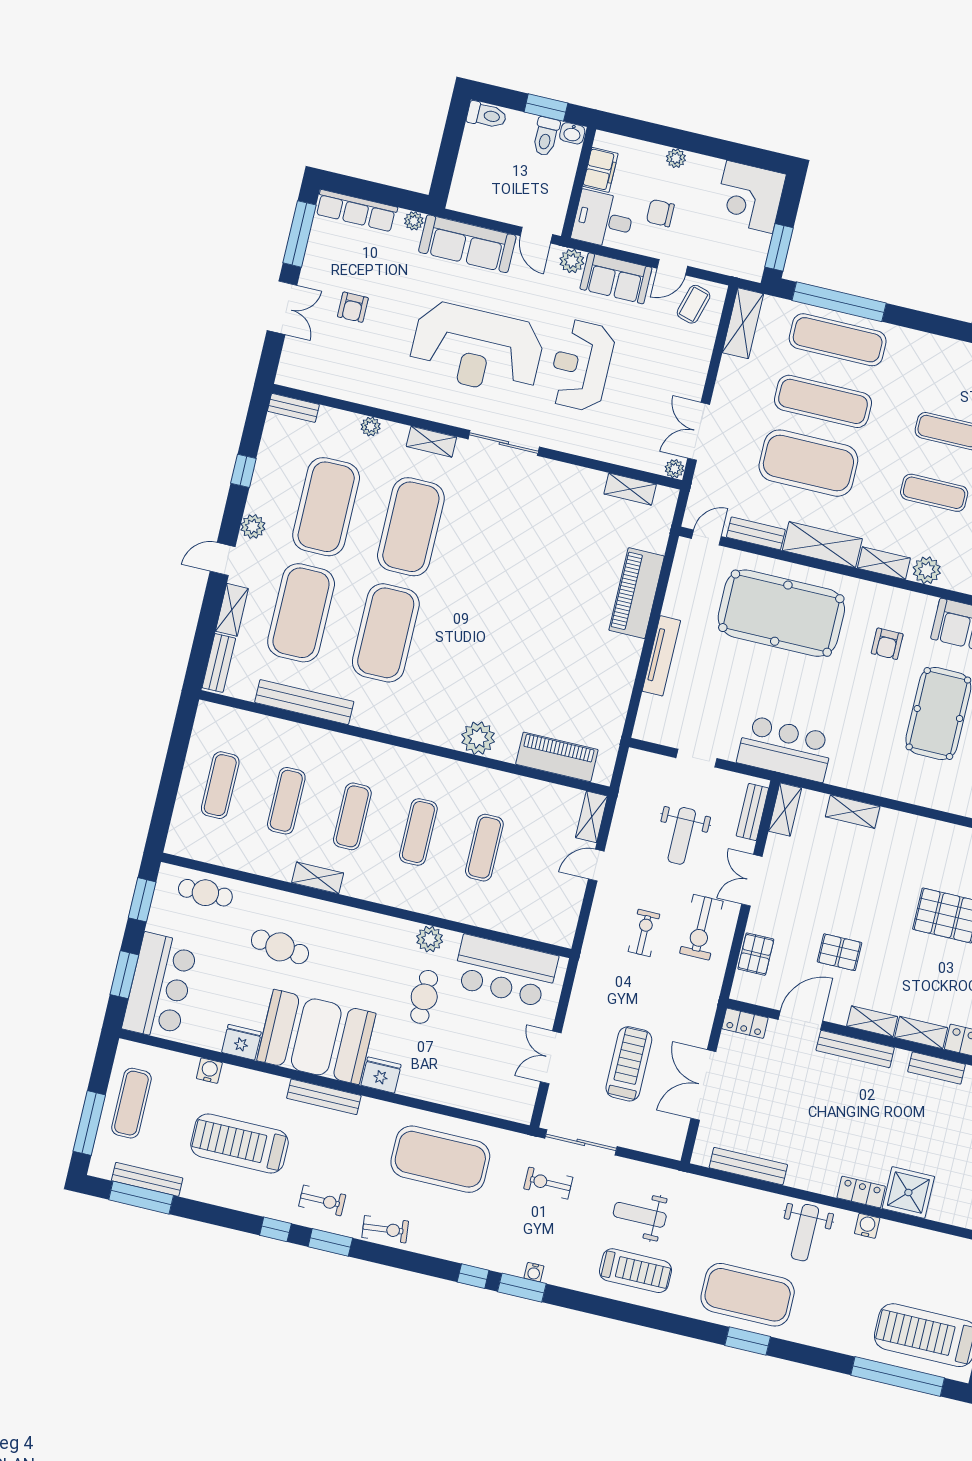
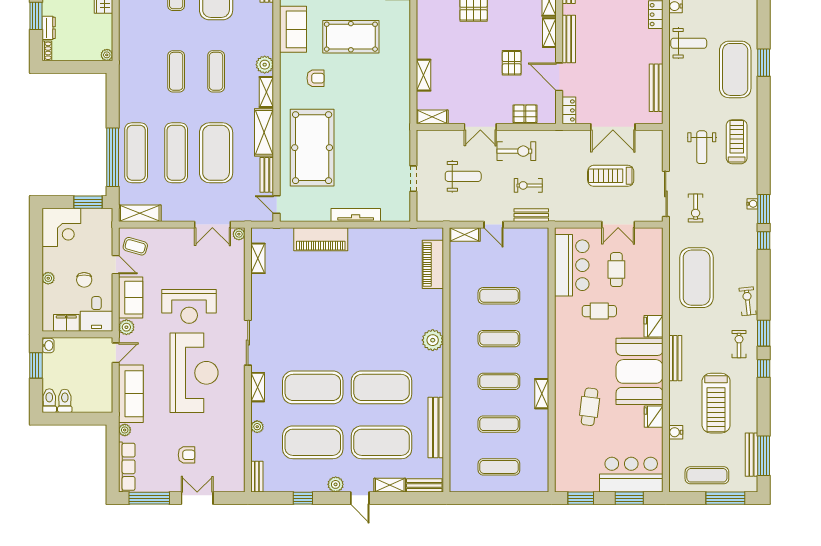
toilet: (546, 136) -> (65, 401), moved, turned -90
plant: (478, 738) -> (433, 340), moved
bar counter: (785, 749) -> (395, 126), removed
bench: (752, 812) -> (531, 215), moved
cafe table: (205, 893) -> (616, 270), moved
plant: (430, 939) -> (563, 316), removed

